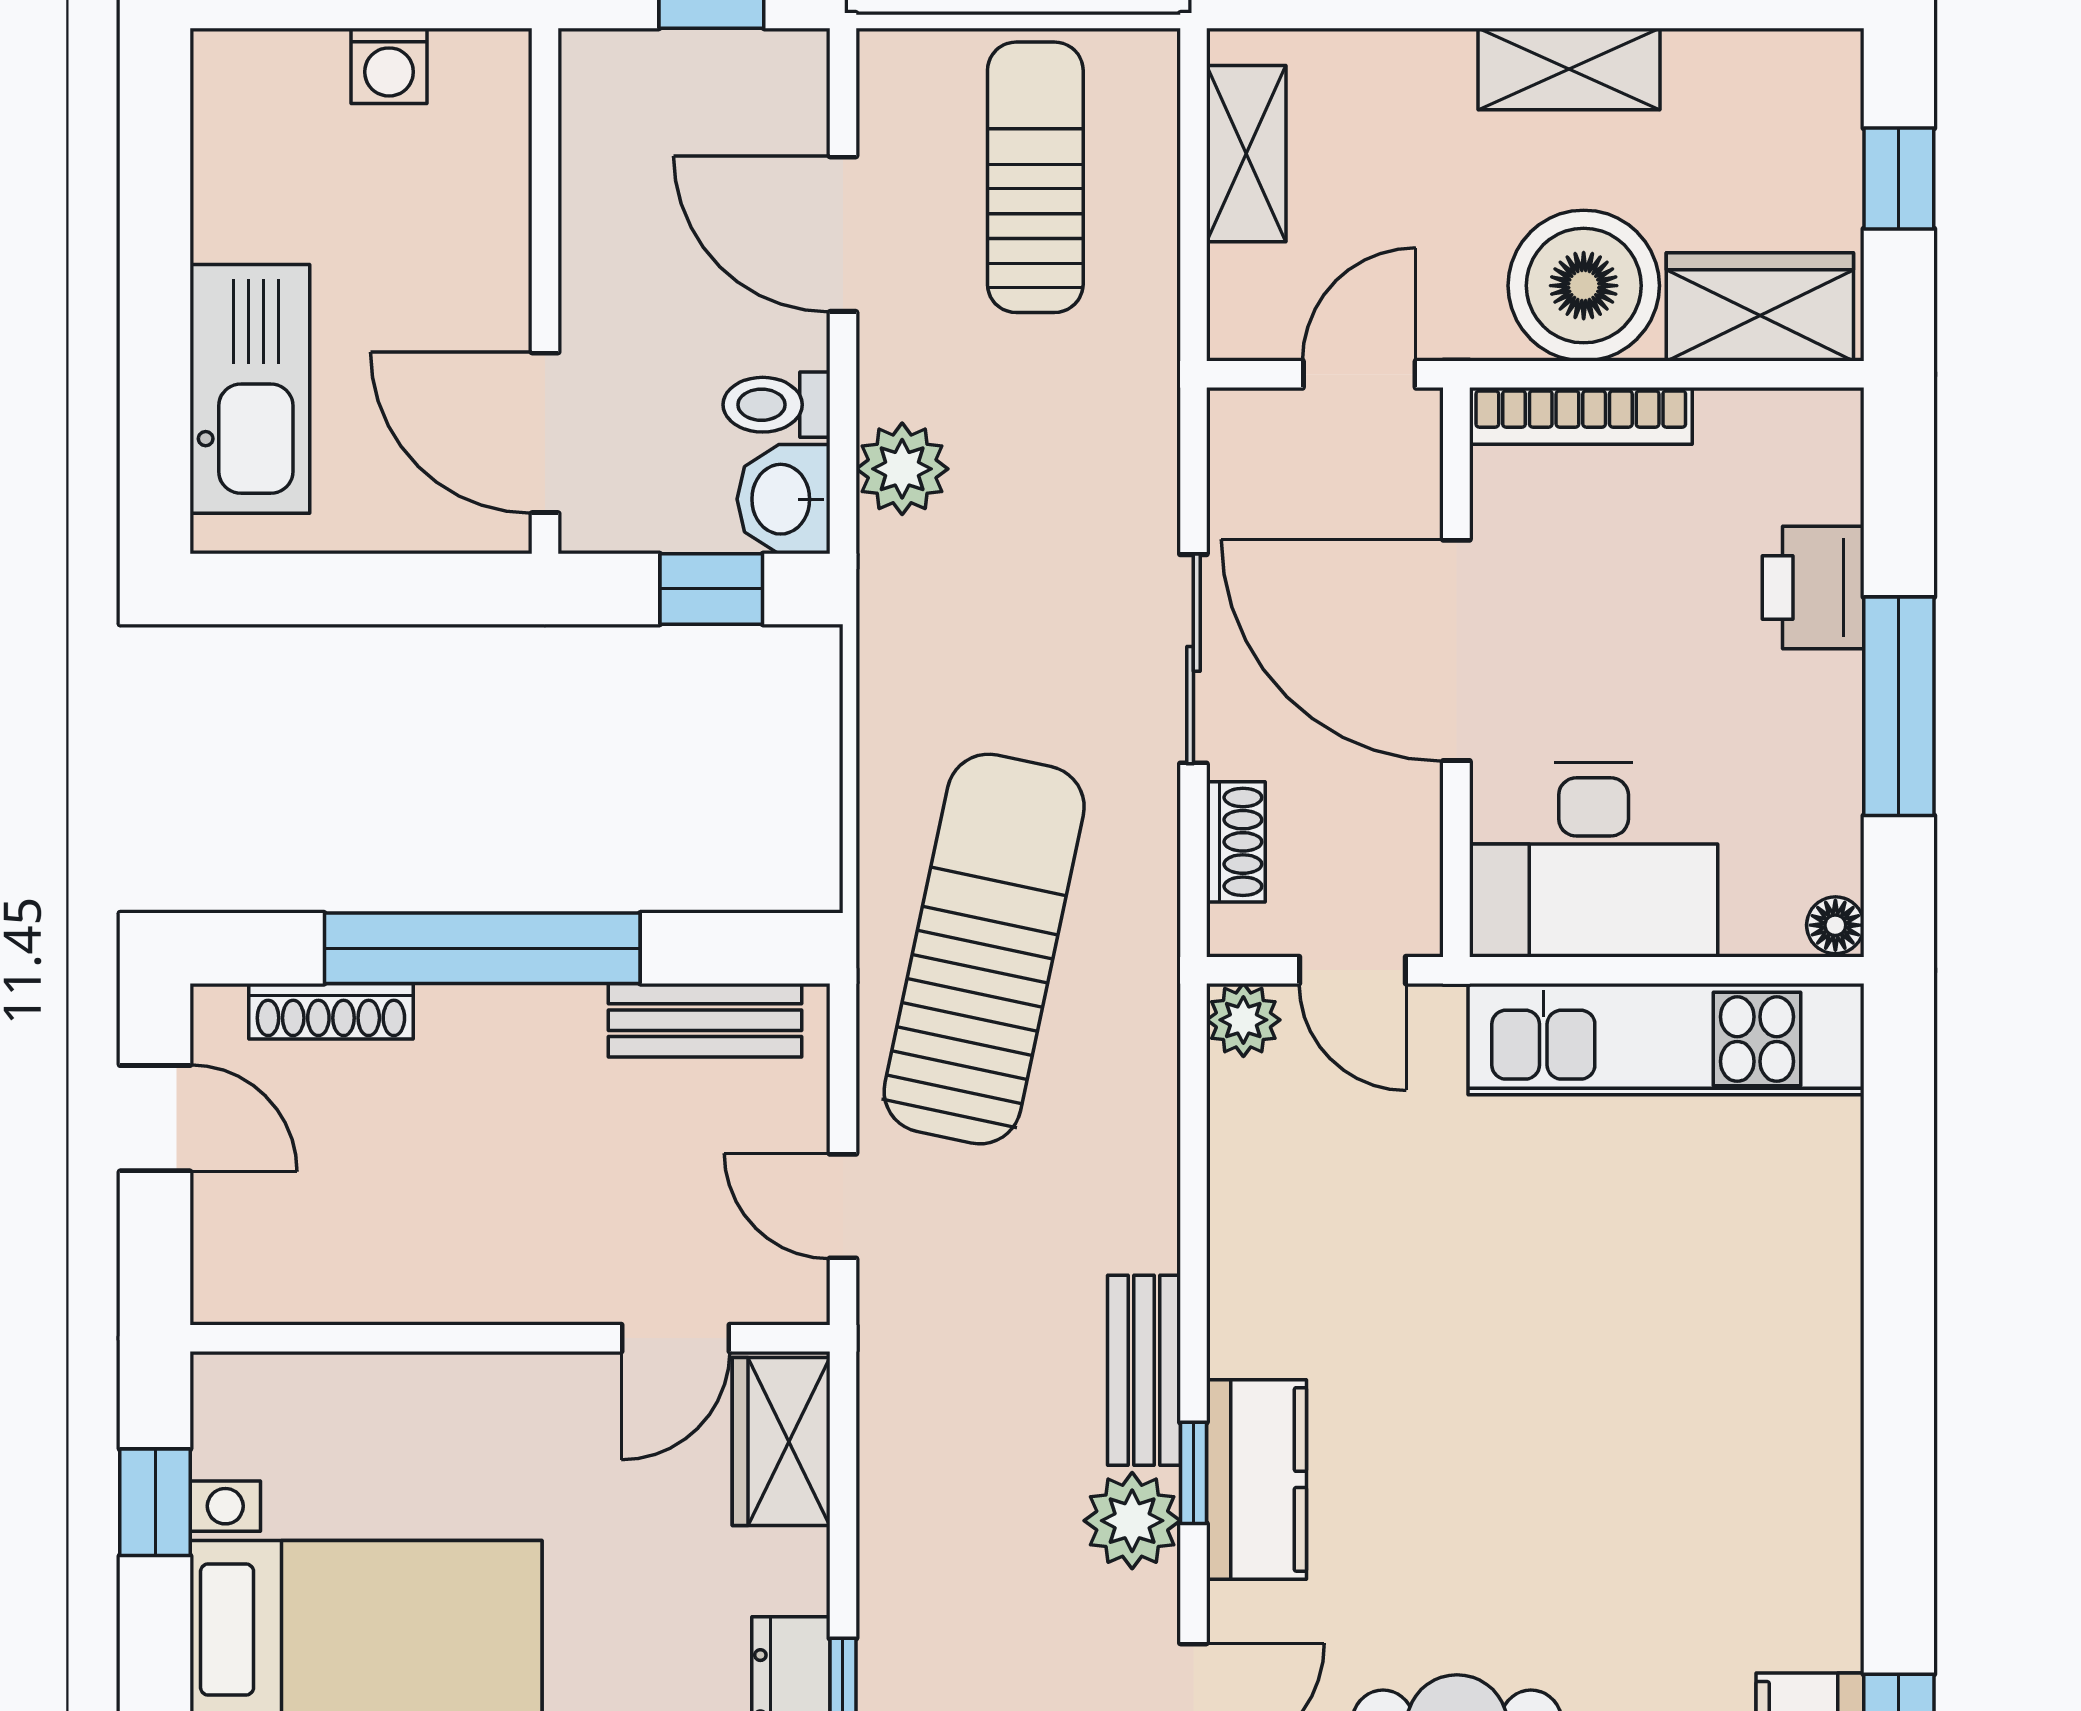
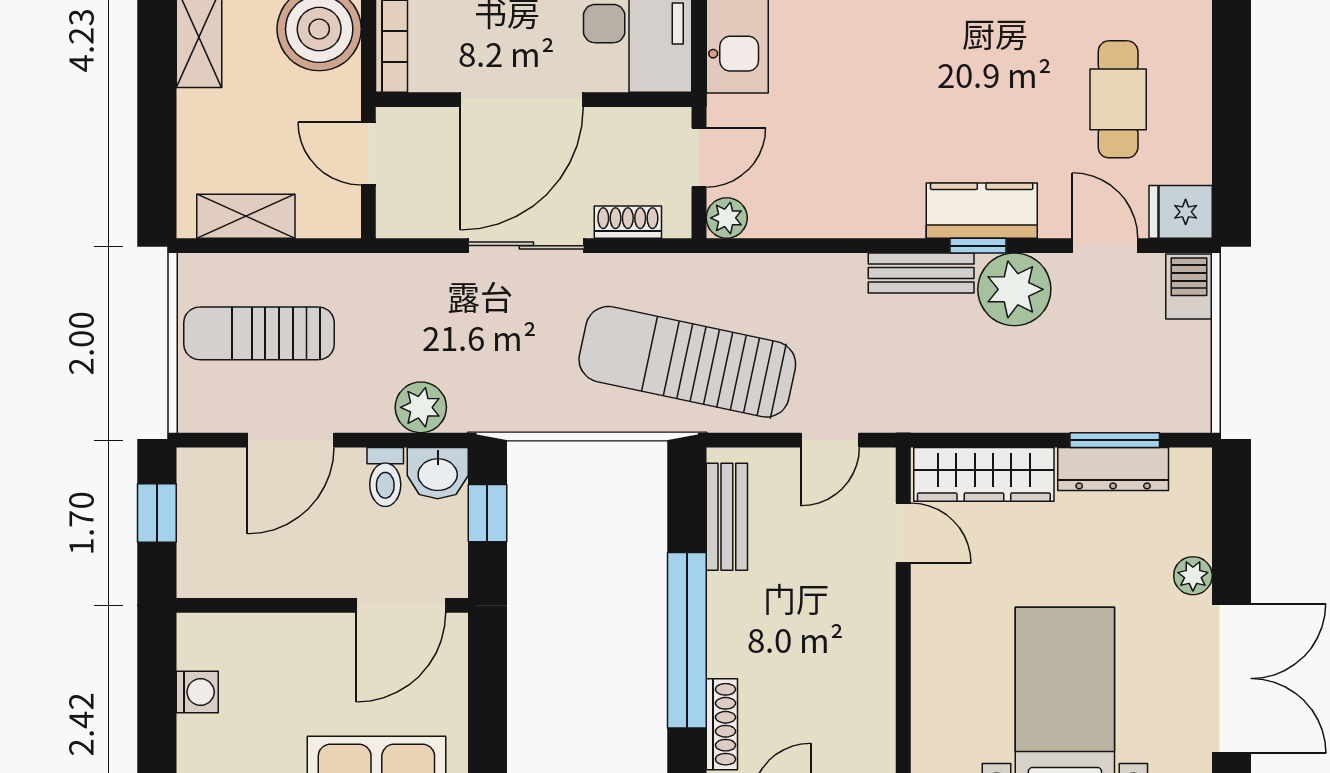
wardrobe: (781, 1441) -> (984, 474), width x1.50
plant: (1132, 1521) -> (1014, 289), width x1.36, depth x1.36

